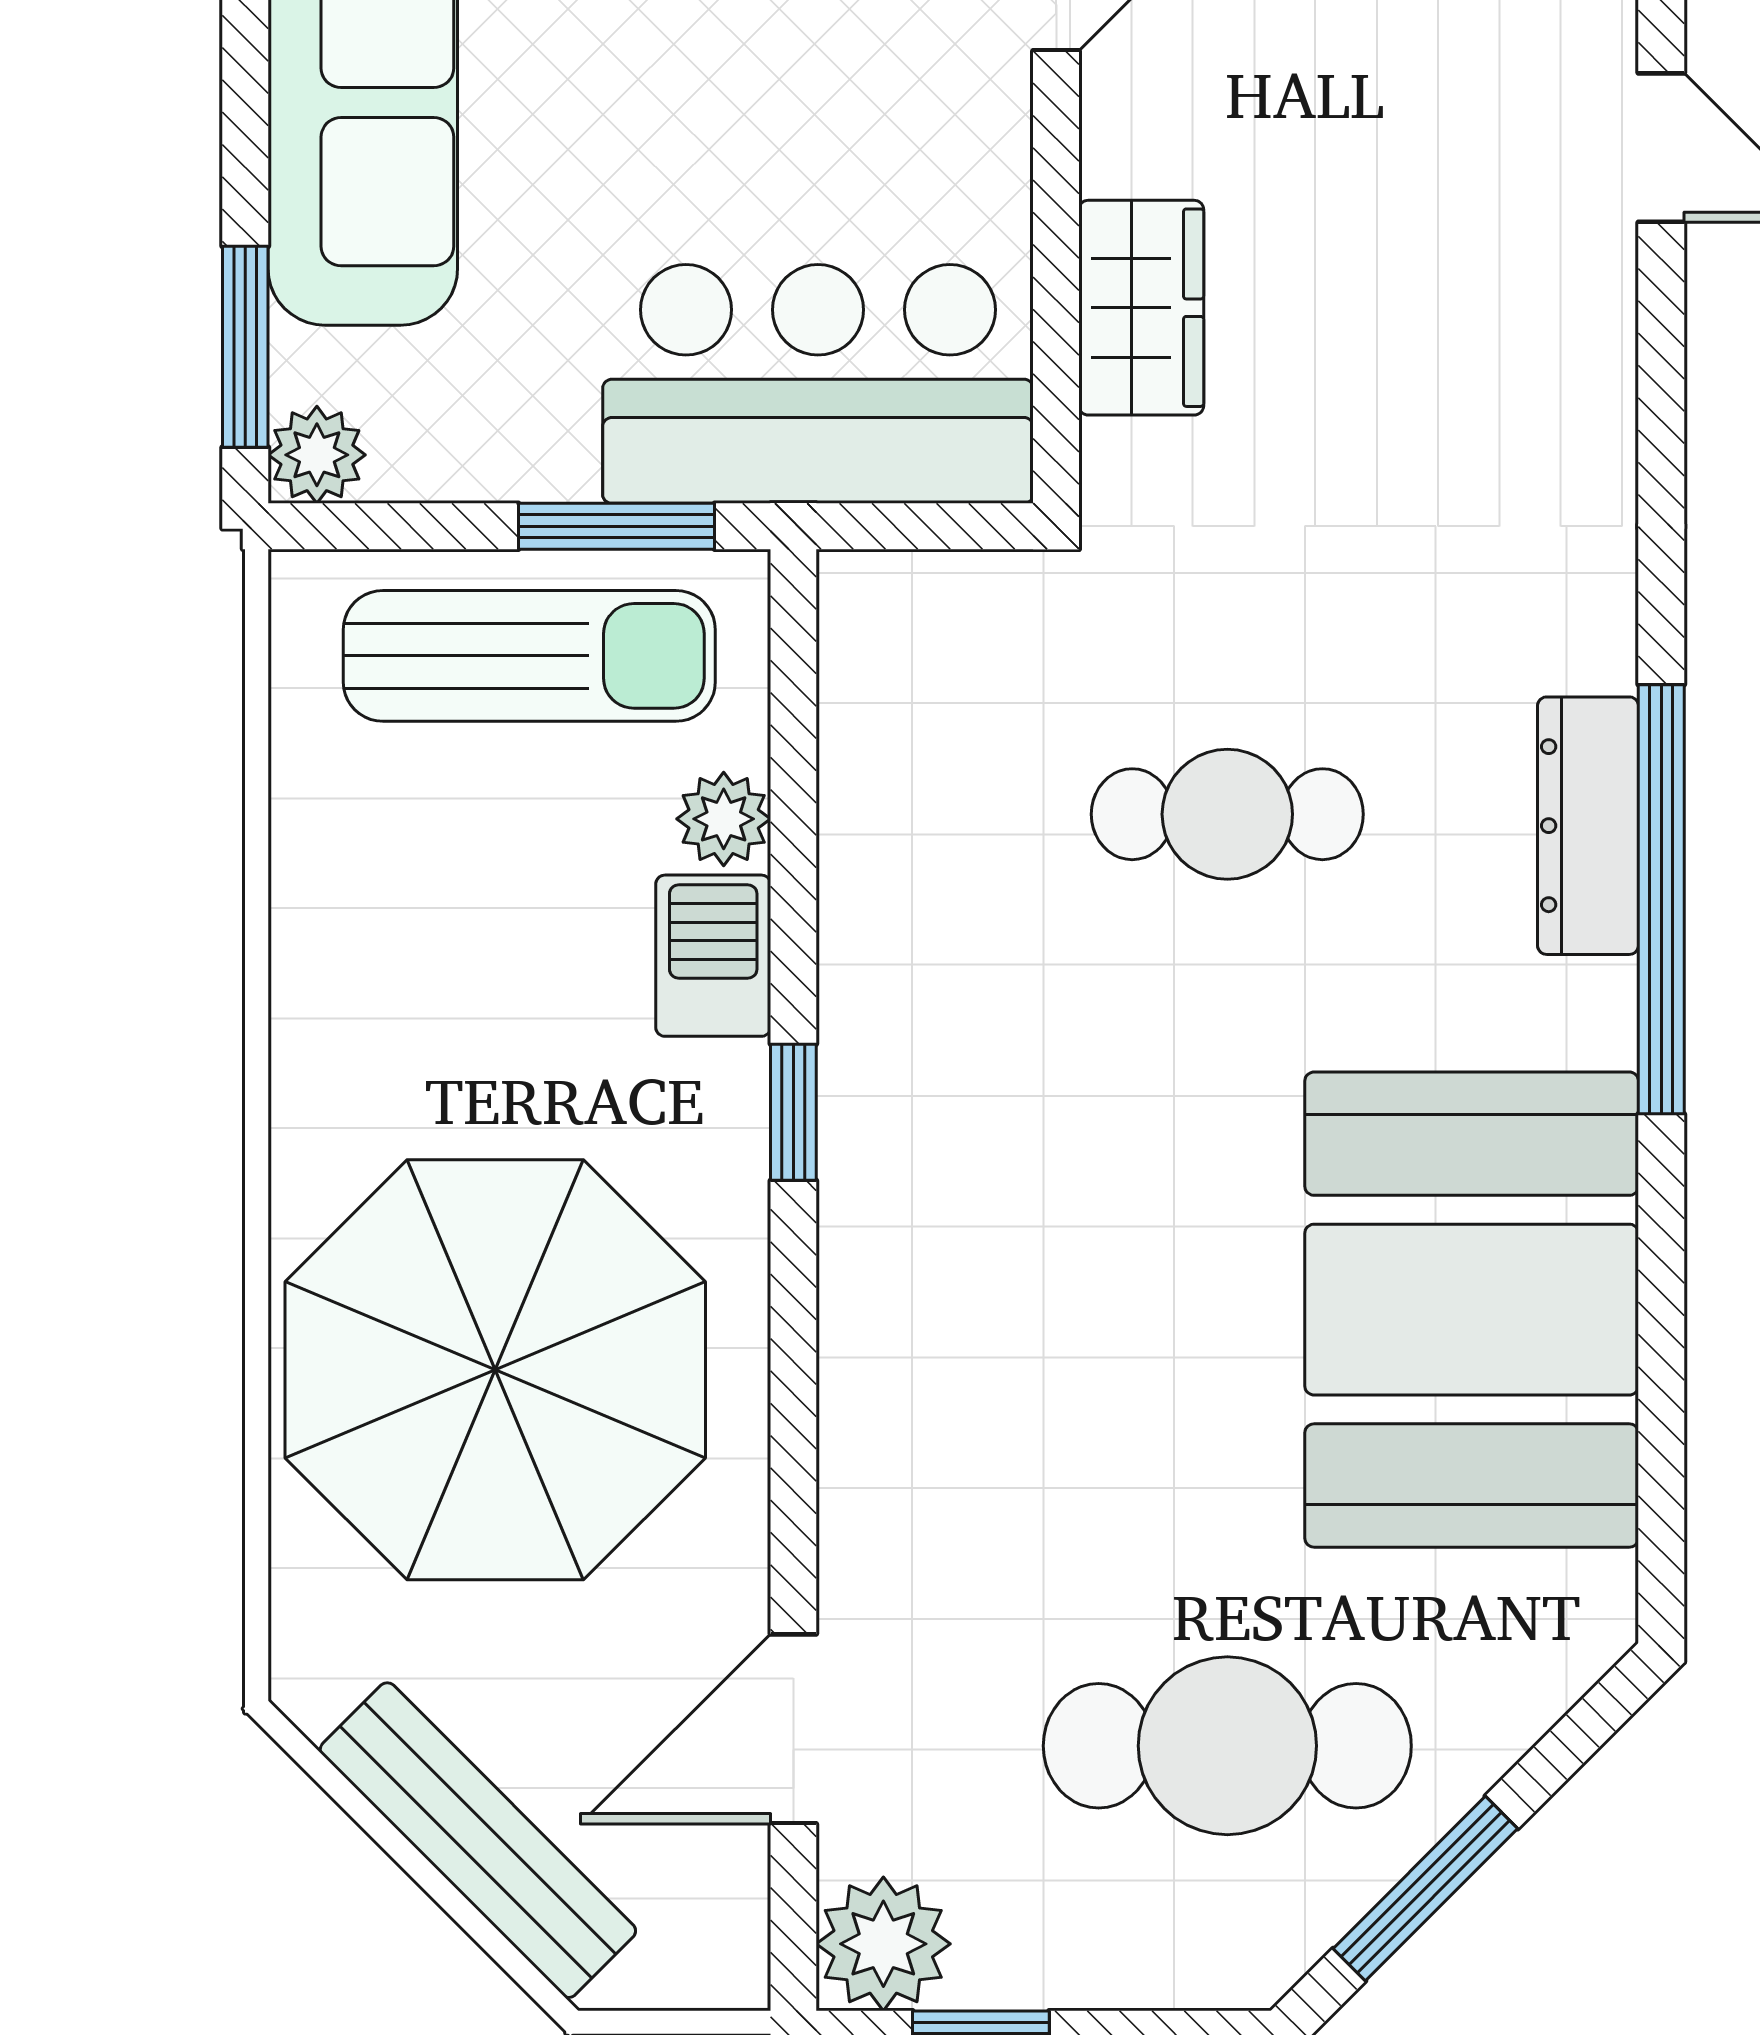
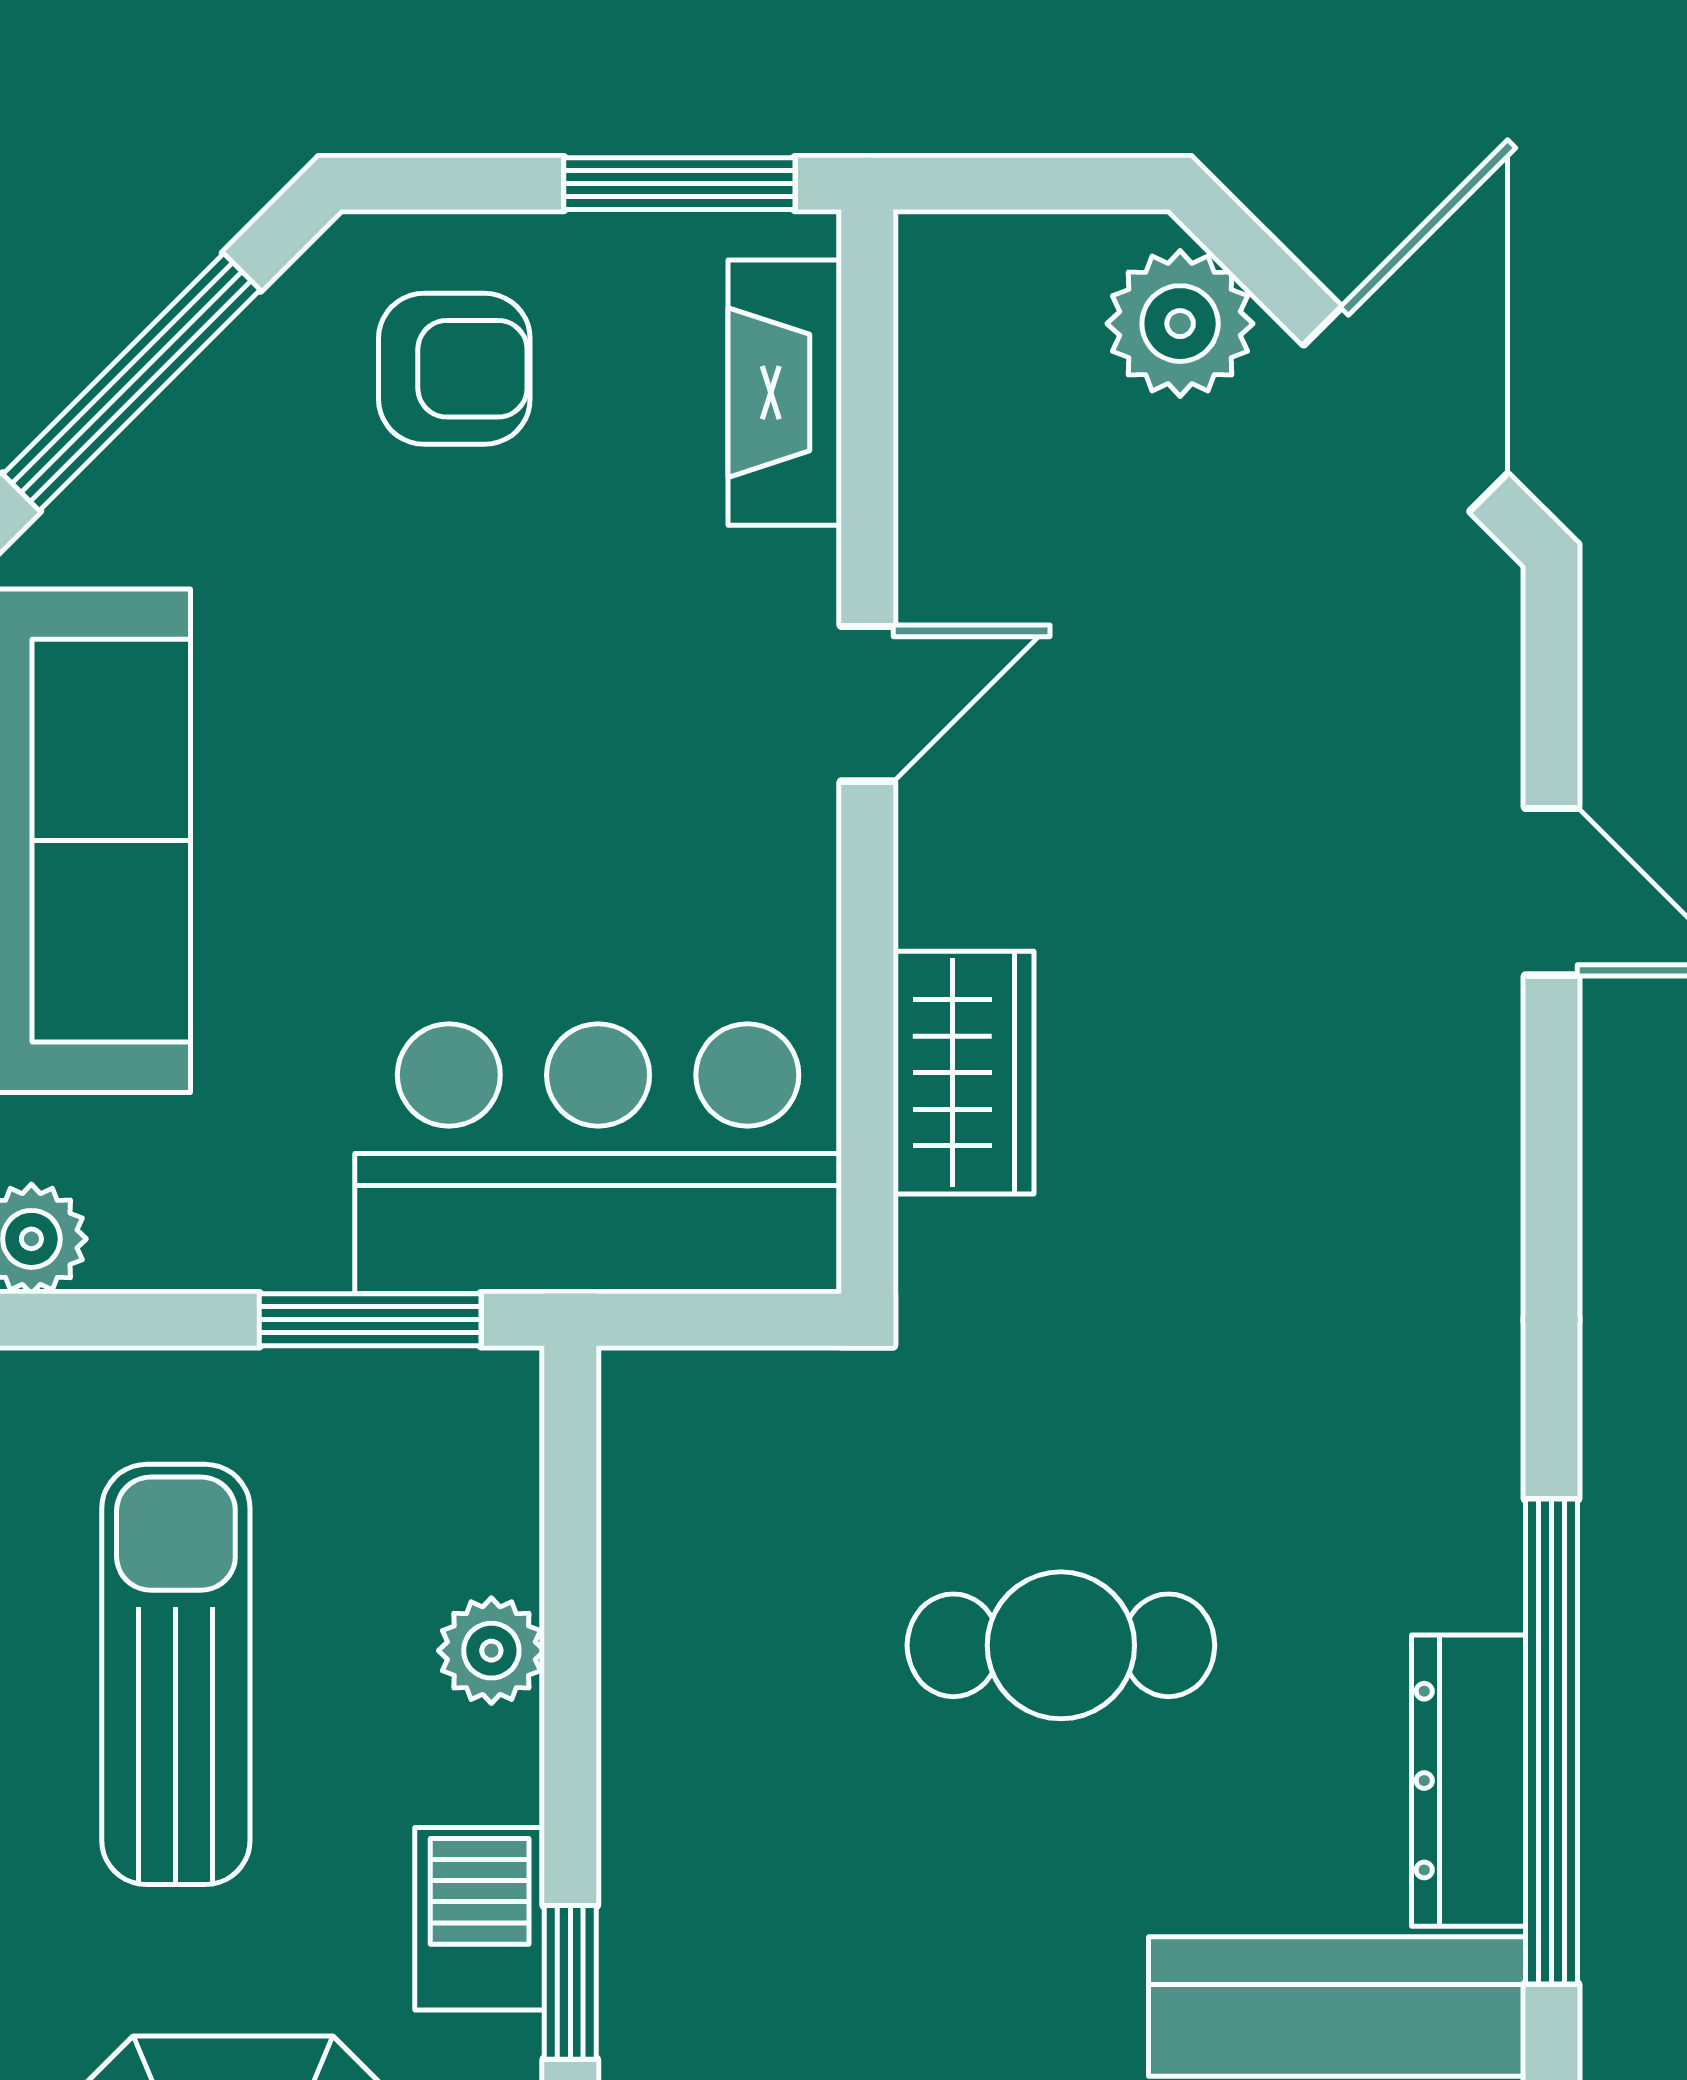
sun lounger: (529, 656) -> (176, 1674), moved, turned -90
dresser: (1588, 826) -> (1469, 1781), moved
barbecue: (713, 956) -> (480, 1919), moved

